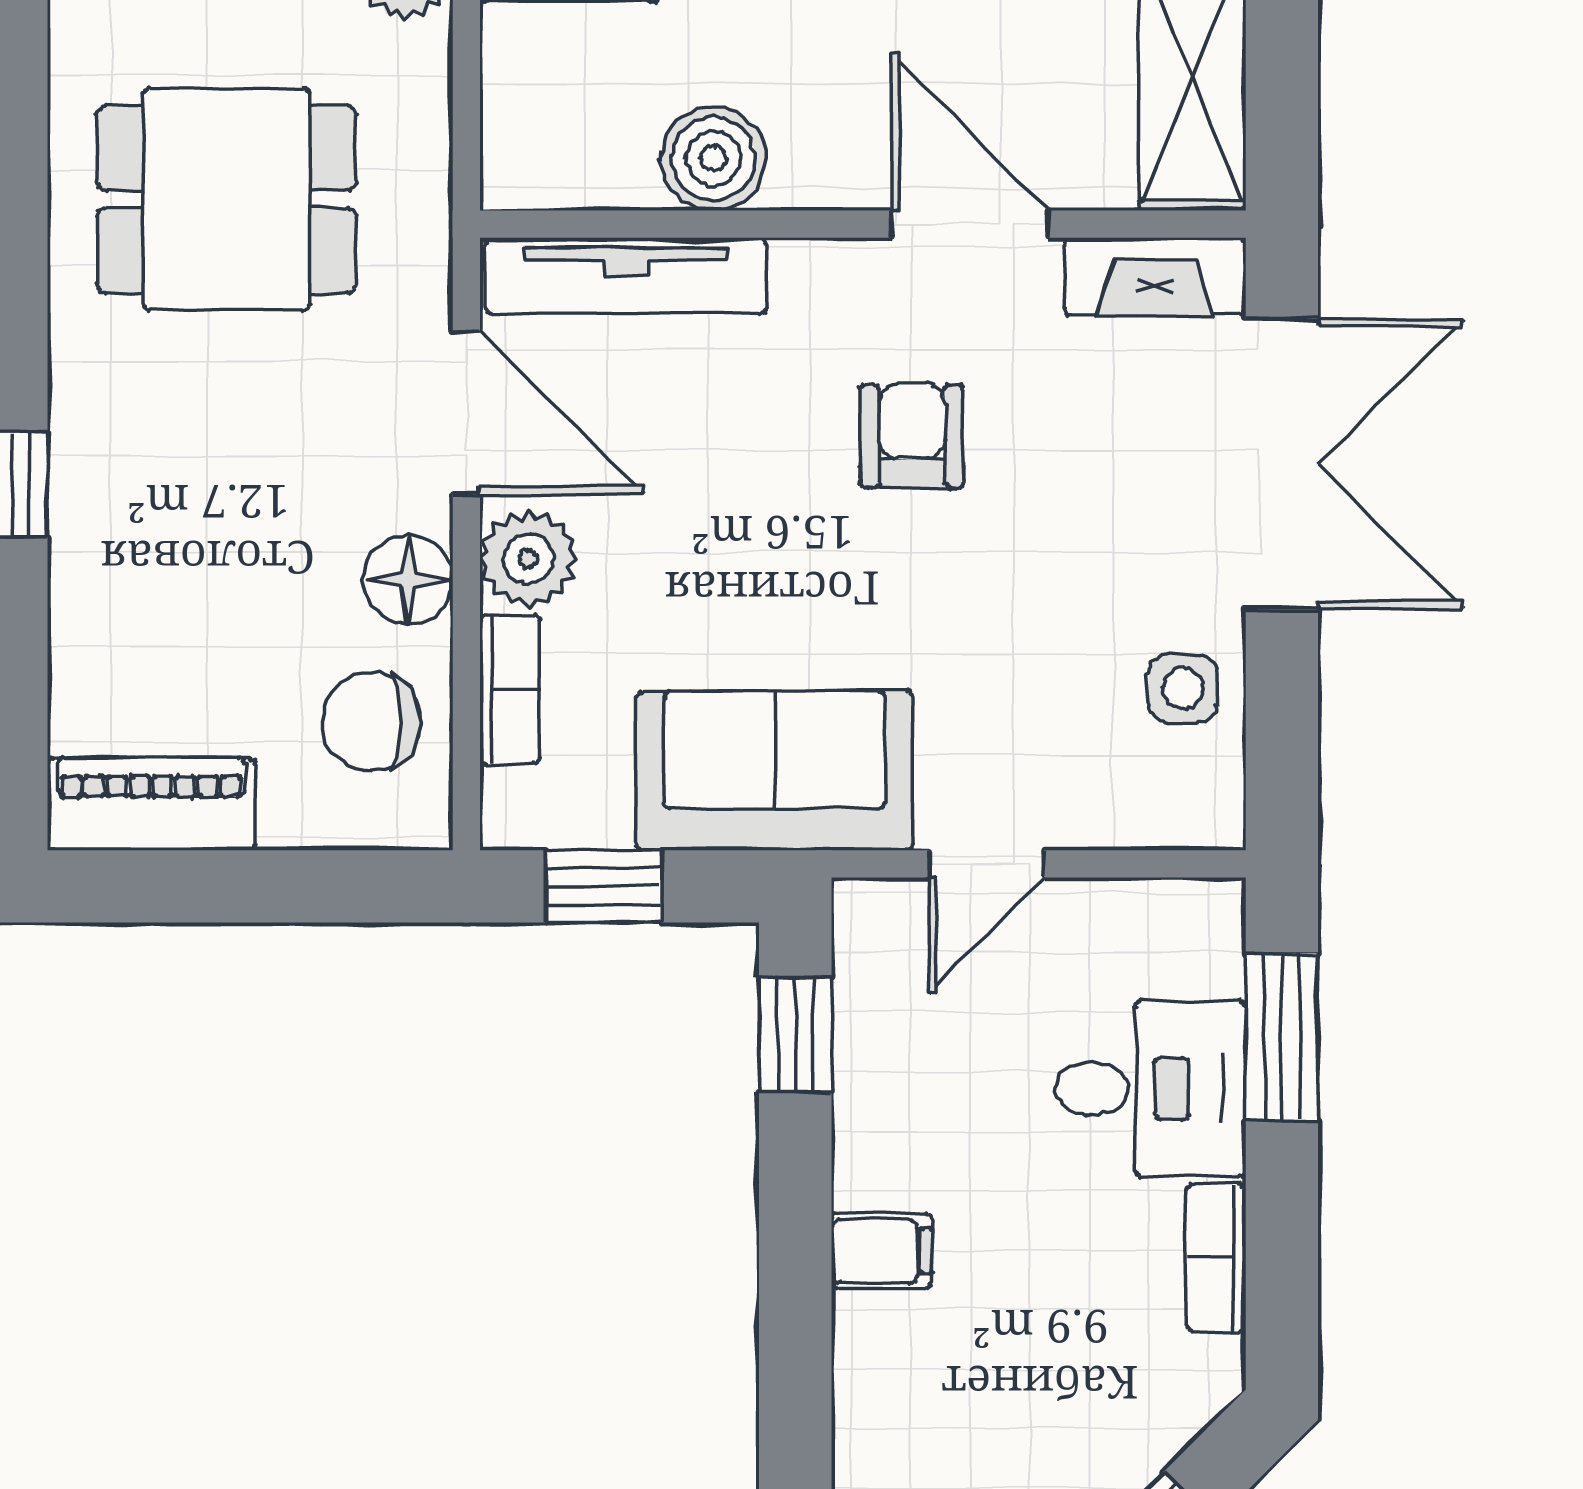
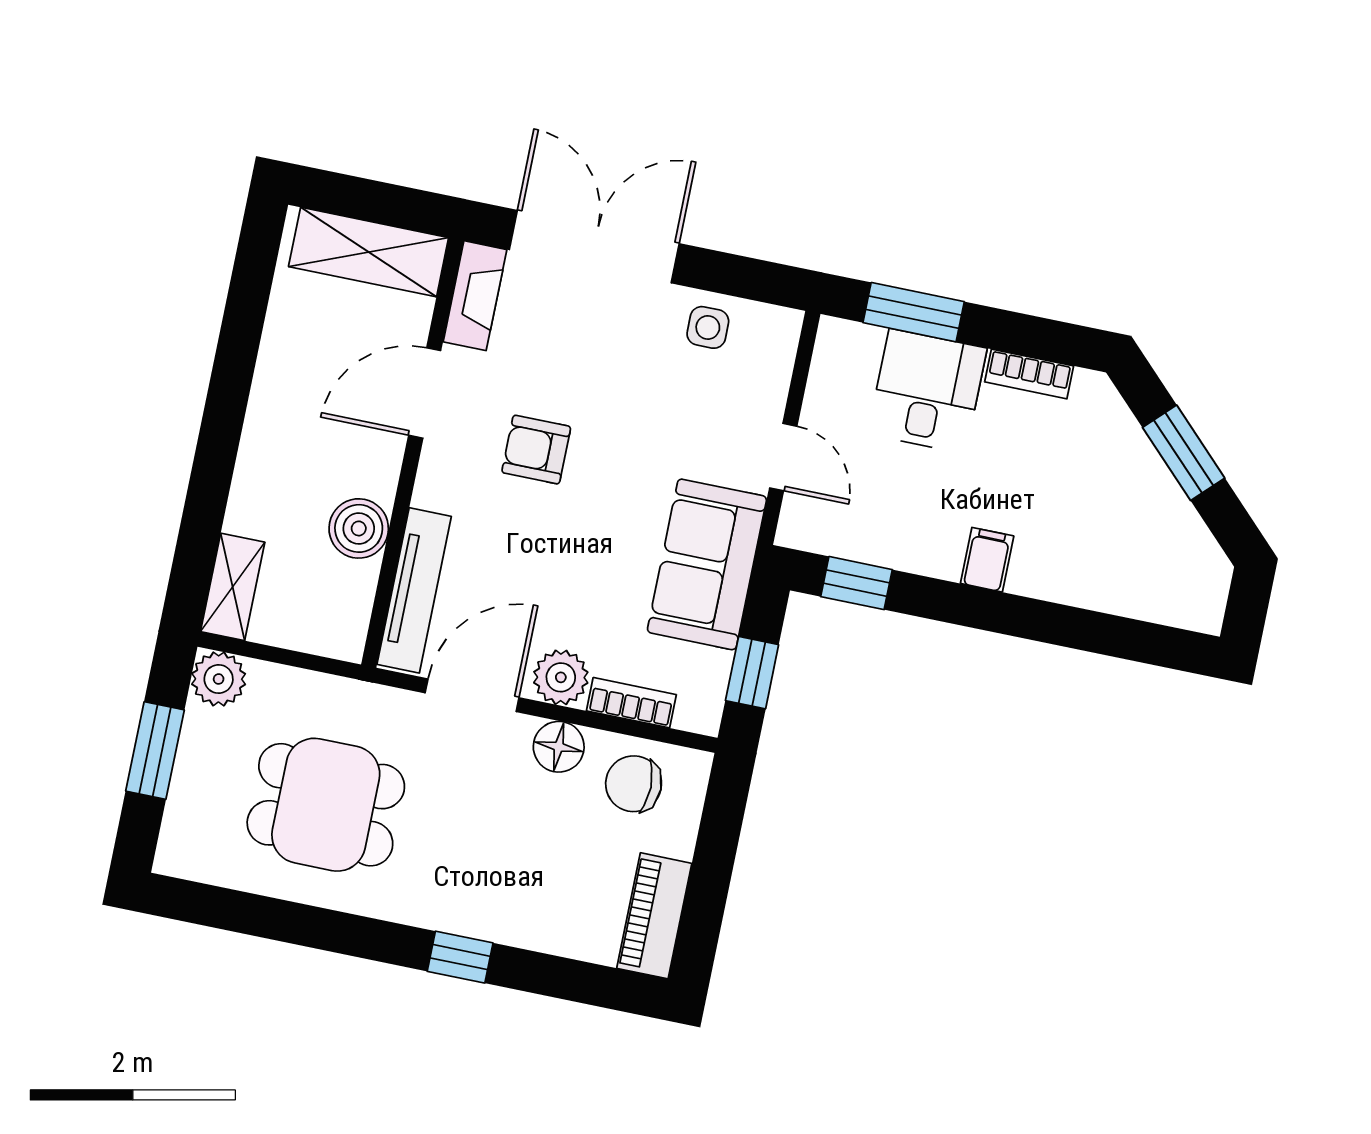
dining table: (226, 199) -> (326, 805), turned 90
chair: (371, 722) -> (634, 784), turned 90

